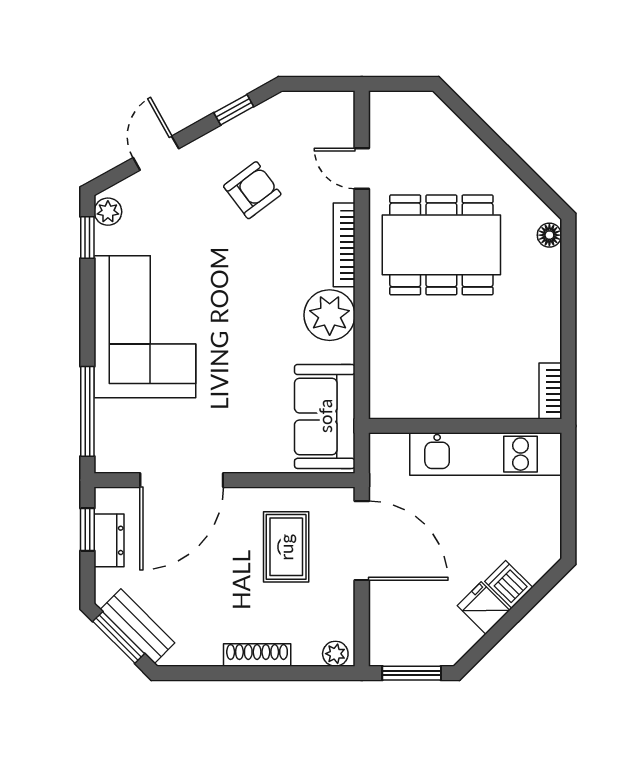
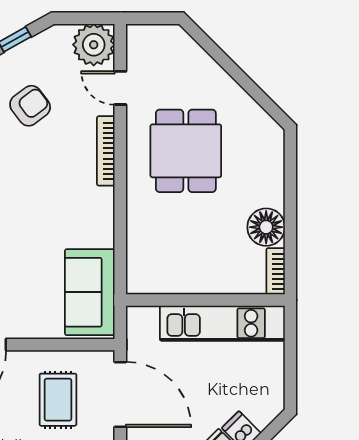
floor lamp: (549, 235) -> (266, 227), moved, width x1.89, depth x1.89
dining table: (441, 245) -> (186, 151), width x0.73
plant: (330, 315) -> (94, 45), moved

